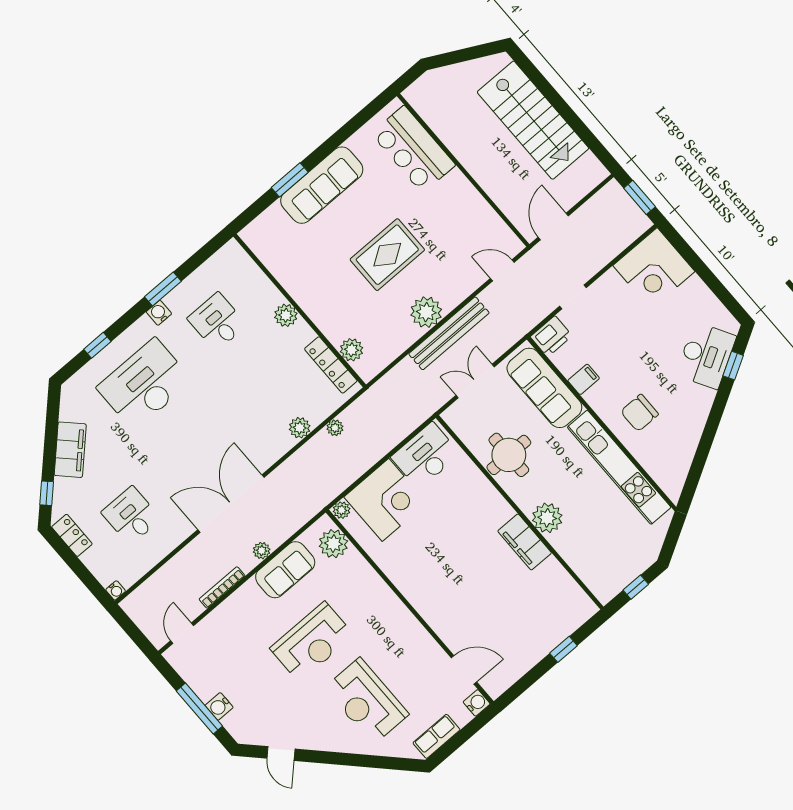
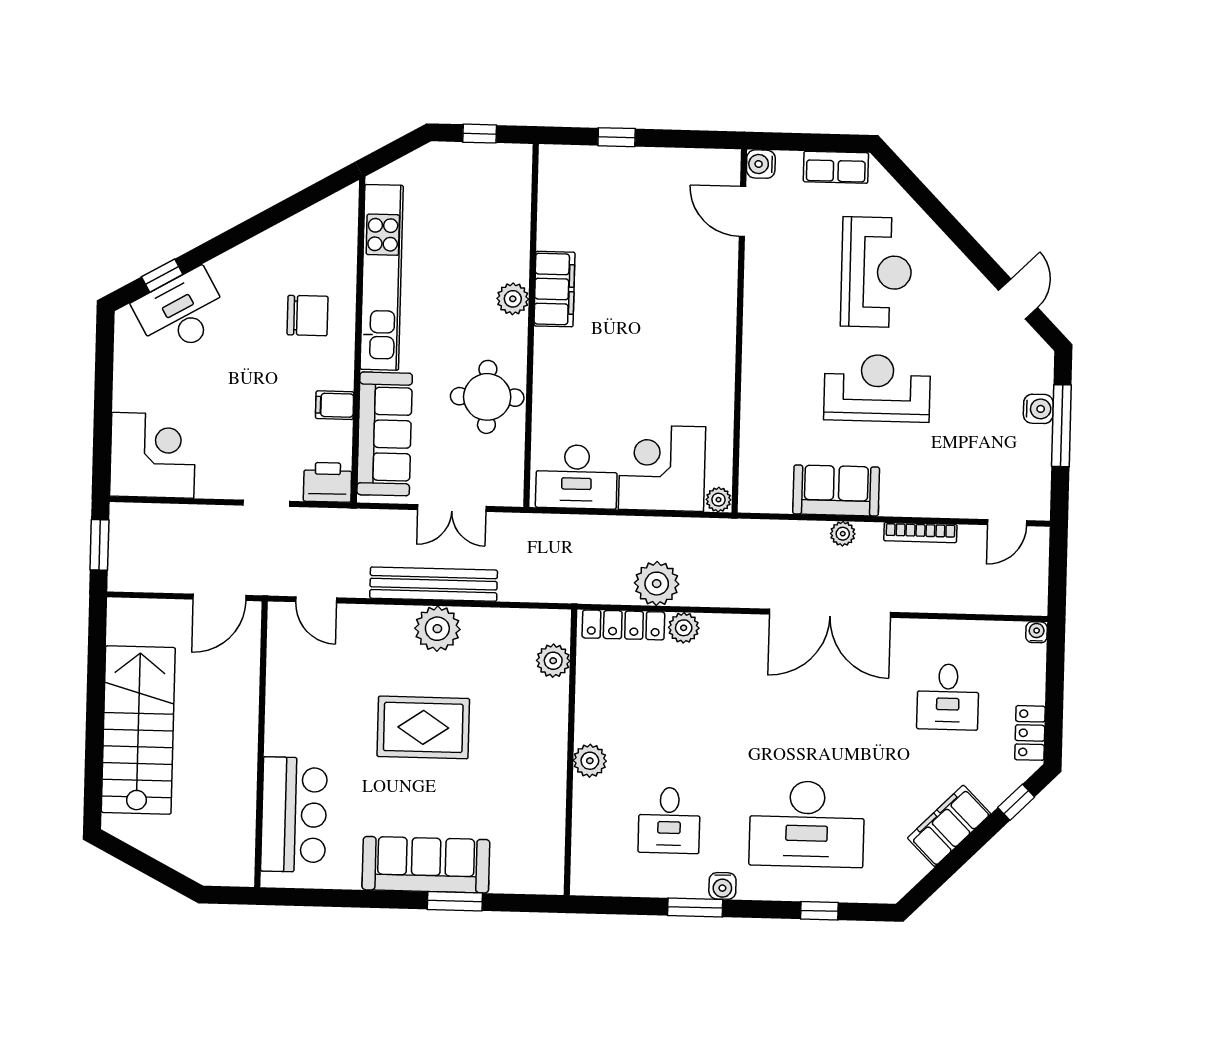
locker: (331, 365) -> (623, 625), moved, turned 90
plant: (335, 428) -> (657, 584), width x1.87, depth x1.87
plant: (547, 518) -> (513, 299), width x0.73, depth x0.73
plant: (333, 544) -> (760, 472), removed

